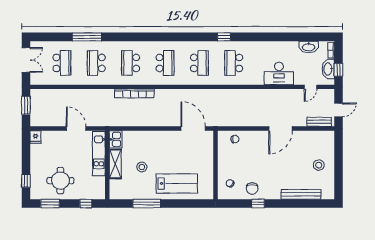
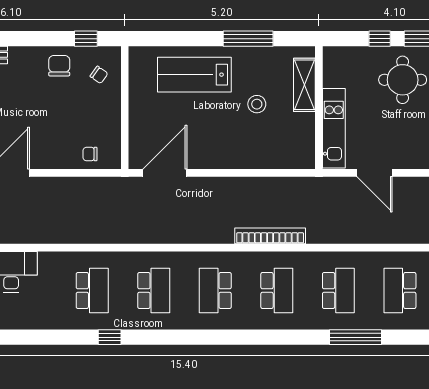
school desk: (199, 63) -> (154, 291), turned 180
door: (193, 129) -> (165, 173), swing flipped
kitchen sink: (116, 139) -> (304, 154), removed
shelving: (115, 164) -> (304, 85), moved
window: (86, 204) -> (380, 39), moved
window: (258, 204) -> (86, 39), moved

